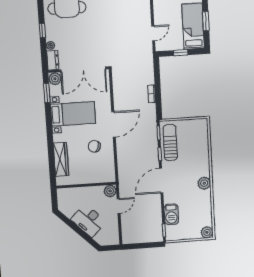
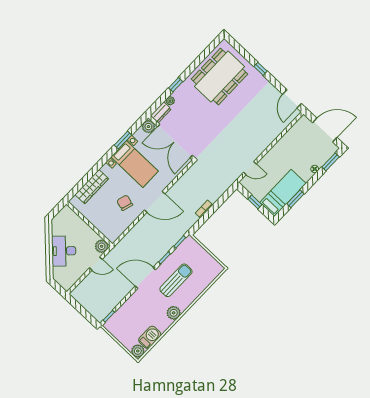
window: (47, 93) -> (123, 140), moved
sun lounger: (170, 143) -> (176, 280), moved
barbecue: (171, 214) -> (150, 337), moved, turned 180

